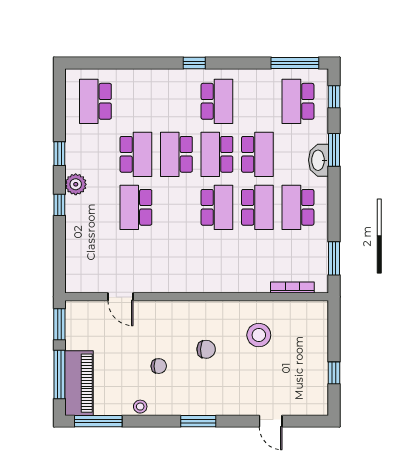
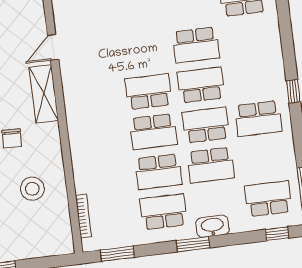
window: (334, 150) -> (193, 244), moved
school desk: (136, 207) -> (148, 92), moved
shelving: (166, 312) -> (44, 94), added

